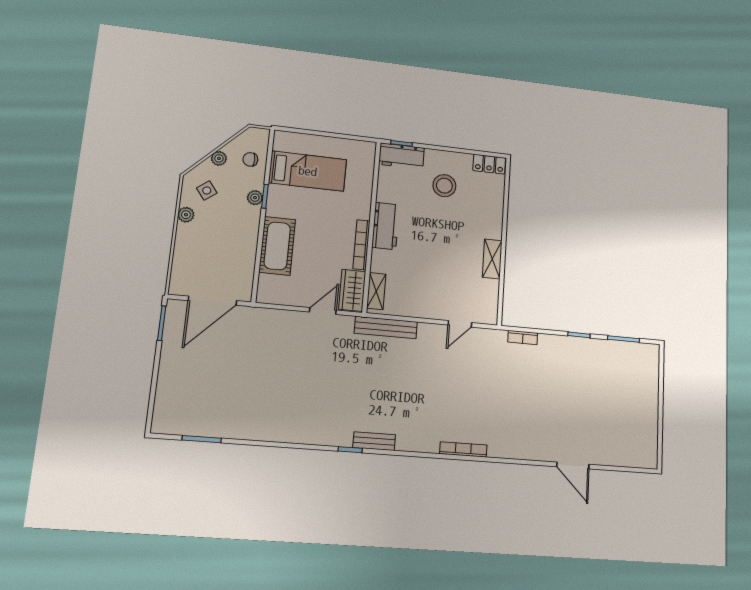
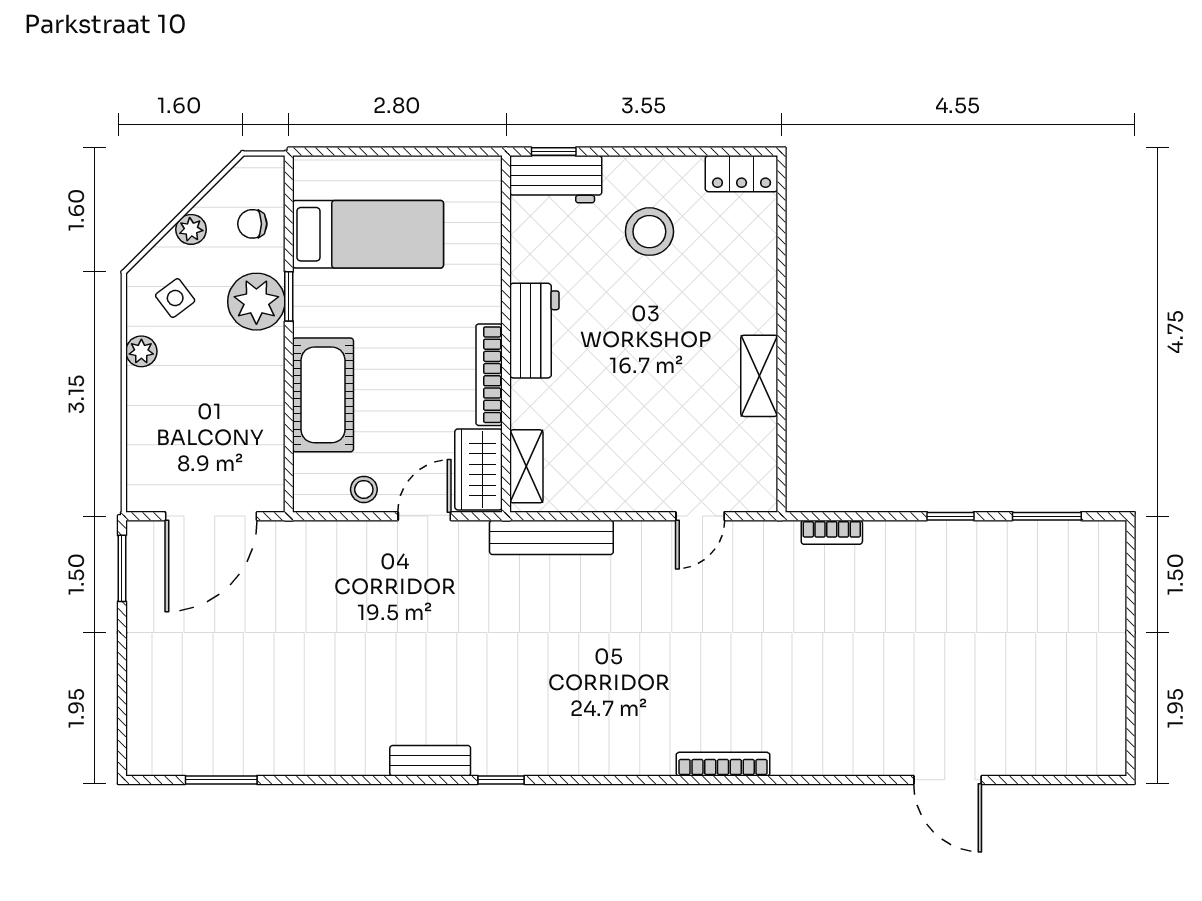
plant: (255, 198) -> (256, 302), width x1.87, depth x1.87
stool: (293, 295) -> (364, 489), added
bench: (374, 441) -> (430, 761), moved

